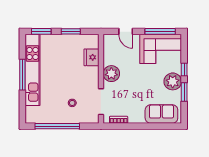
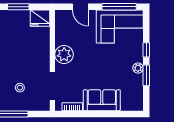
fridge: (91, 57) -> (40, 18), moved, turned -90
plant: (173, 81) -> (138, 68), width x0.53, depth x0.53
sofa: (161, 114) -> (102, 100), moved

